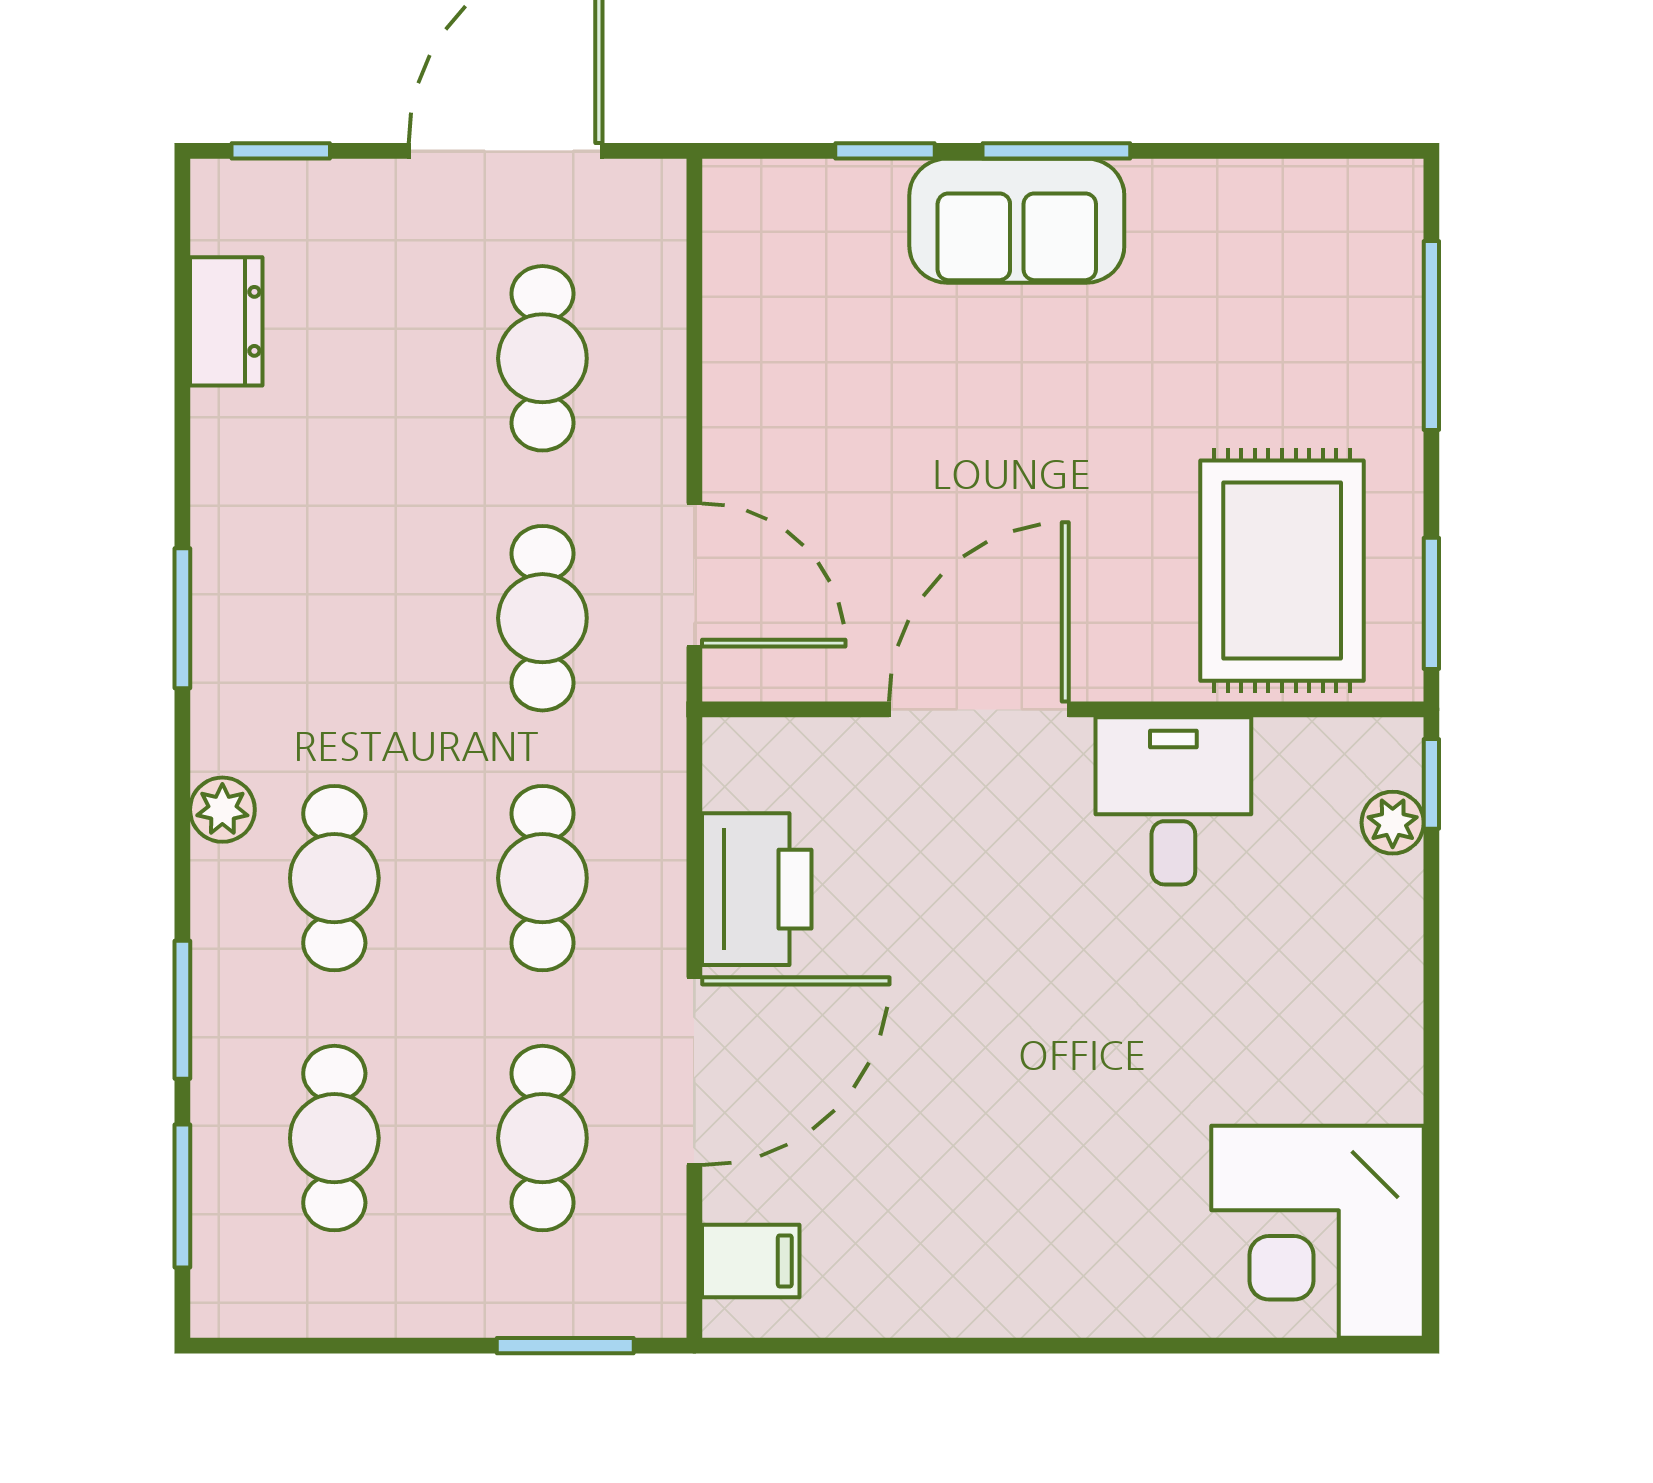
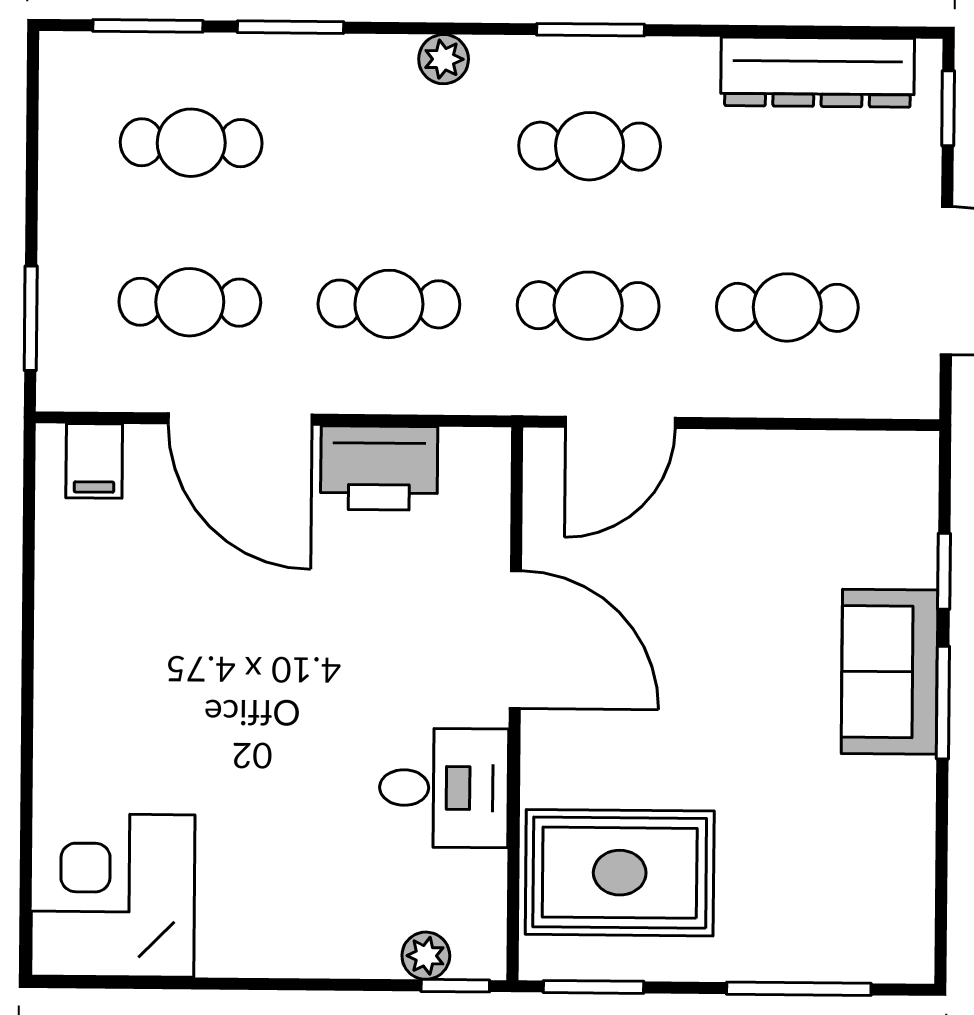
dresser: (226, 321) -> (818, 72), width x1.96, depth x1.24
cafe table: (334, 878) -> (590, 146), moved

